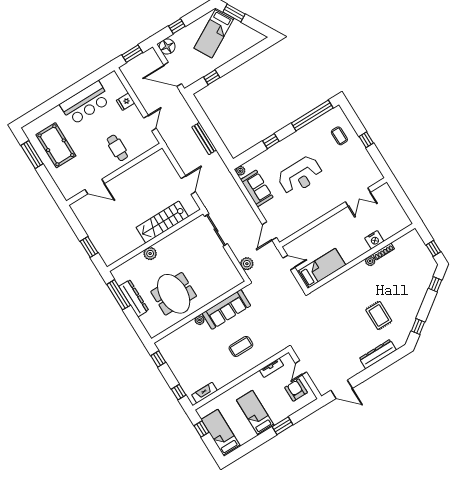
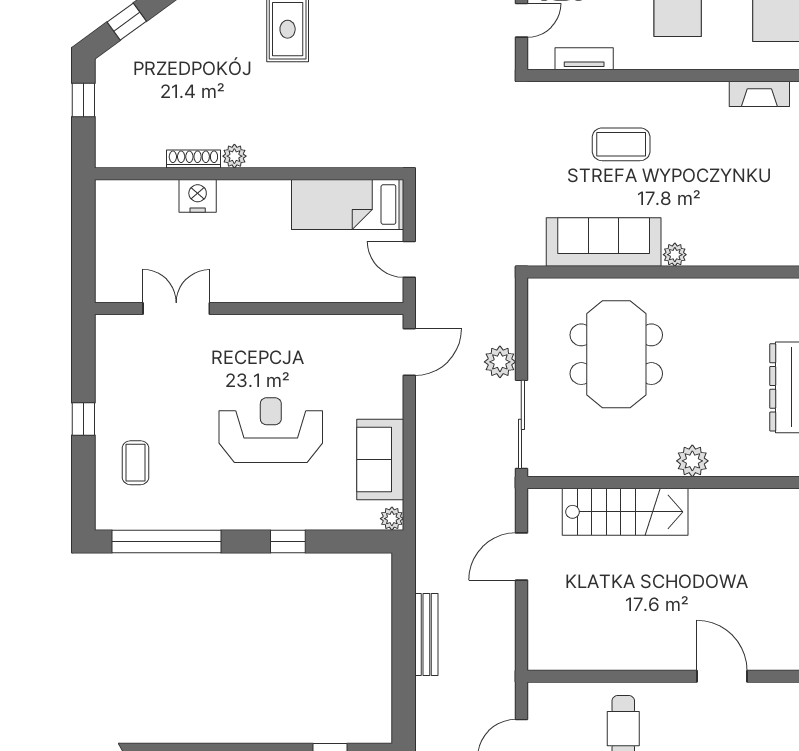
plant: (247, 264) -> (500, 362), moved
meeting table: (174, 294) -> (616, 354), moved

